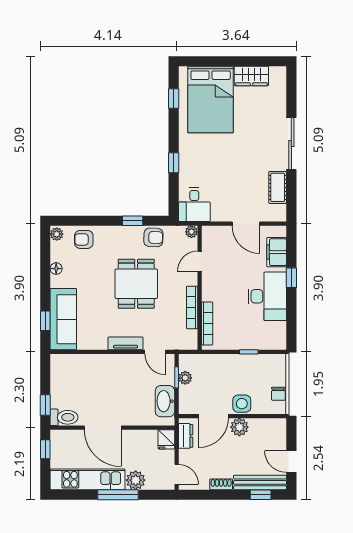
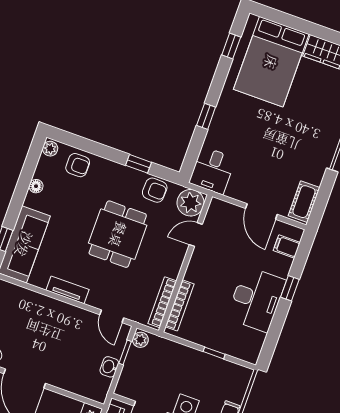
cot: (278, 187) -> (304, 202), moved
plant: (191, 232) -> (191, 203), width x1.88, depth x1.88
armchair: (84, 239) -> (78, 165), turned 180
filing cabinet: (277, 252) -> (287, 246), width x0.50
bookcase: (192, 307) -> (162, 302), moved
tv unit: (126, 343) -> (68, 290), moved
plant: (185, 378) -> (140, 340), moved
washbasin: (165, 401) -> (109, 367), width x0.52, depth x0.69

